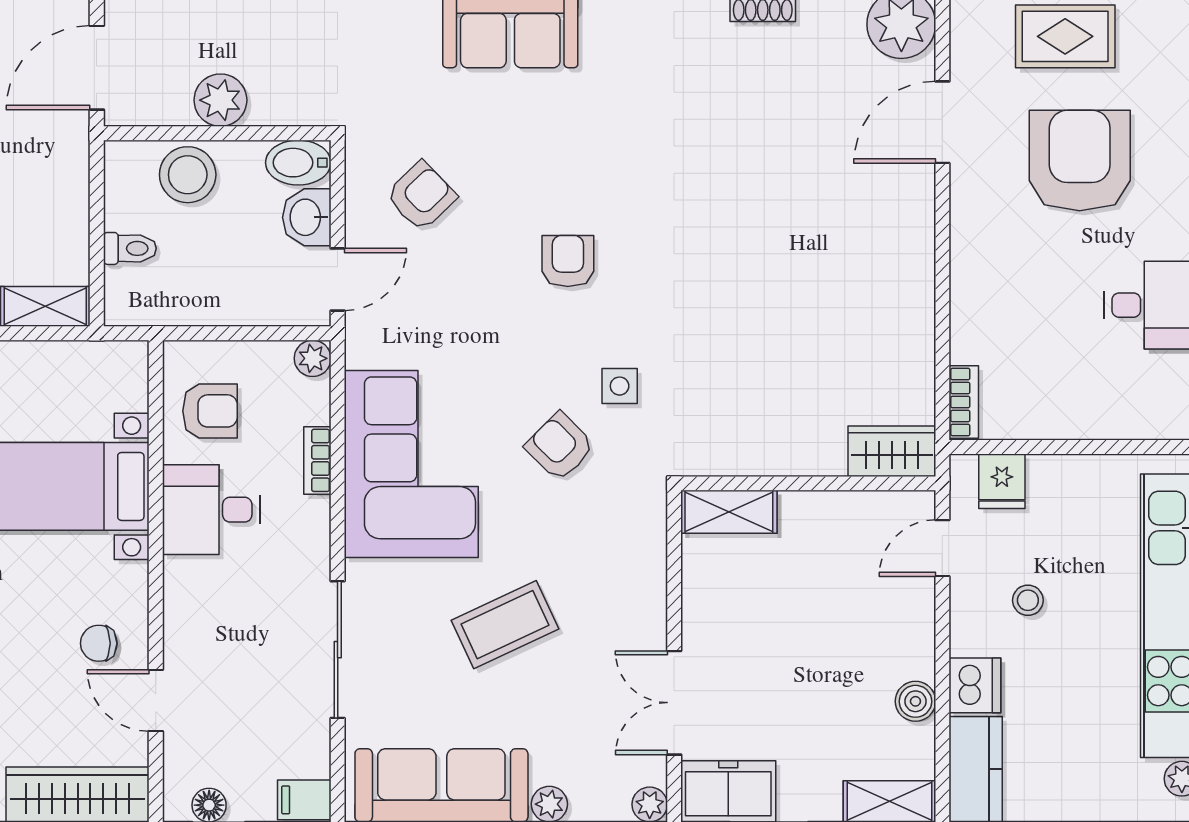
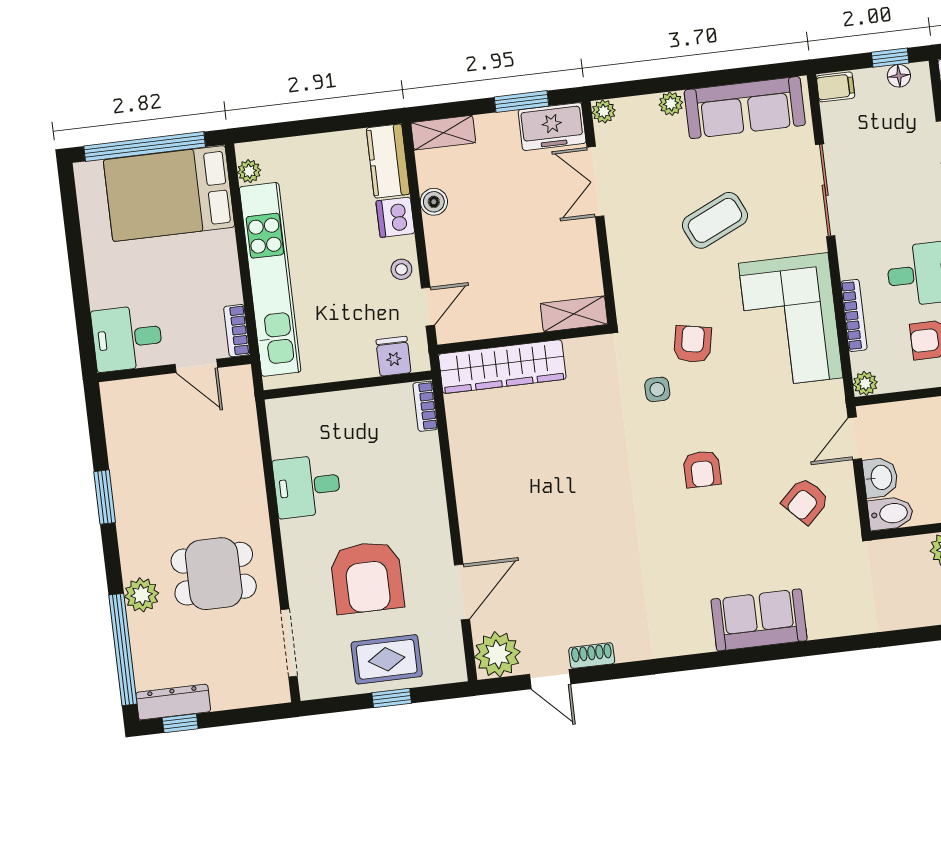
armchair: (560, 447) -> (693, 344), turned -124
wardrobe: (892, 451) -> (502, 367), width x2.10, depth x1.17
bookcase: (317, 460) -> (854, 315), width x1.56
stool: (1028, 600) -> (401, 269), moved
double door: (674, 703) -> (595, 182), swing flipped

